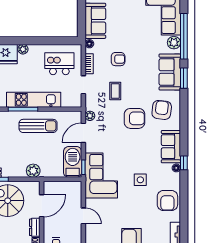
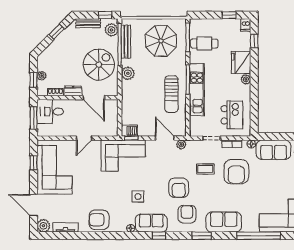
plant: (174, 43) -> (252, 226), removed
armchair: (118, 59) -> (236, 172), width x1.88, depth x1.88
window: (184, 78) -> (202, 236), moved
armchair: (162, 110) -> (187, 214), turned -97
barbecue: (73, 162) -> (129, 131), width x0.53, depth x0.65
window: (184, 163) -> (159, 236), moved
plant: (33, 171) -> (128, 73), moved
side table: (140, 180) -> (138, 197), moved

